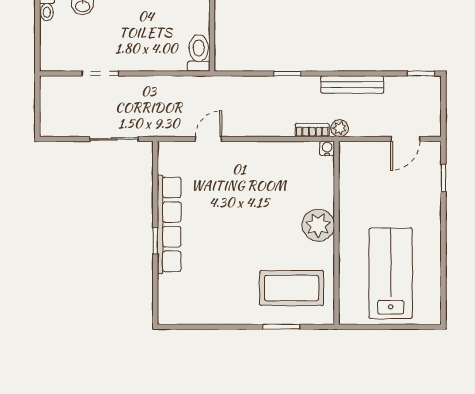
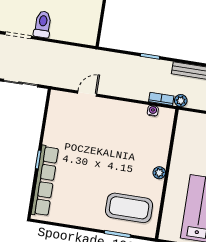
toilet: (199, 53) -> (43, 24), moved
water cooler: (327, 148) -> (153, 111), moved
row of seats: (169, 224) -> (45, 181), moved
plant: (318, 225) -> (159, 173), width x0.53, depth x0.53

